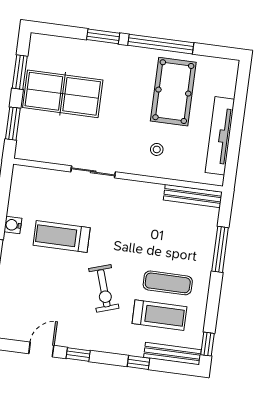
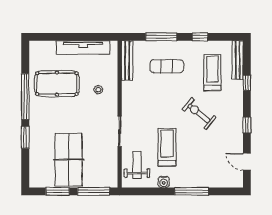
window: (13, 124) -> (94, 191), width x1.44
weight bench: (42, 190) -> (137, 165), added
treadmill: (62, 236) -> (167, 147), turned 180
exercise mat: (168, 283) -> (167, 66), moved, turned 90
exercise bike: (104, 288) -> (199, 113), turned -122
window: (207, 344) -> (200, 37), moved
door: (41, 350) -> (247, 162), moved

